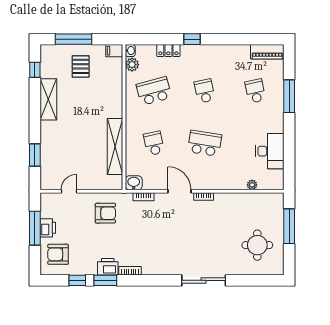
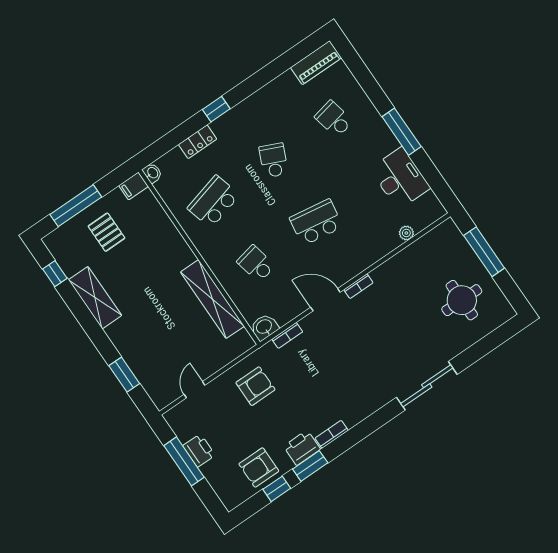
plant: (132, 65) -> (166, 188), removed
school desk: (205, 91) -> (274, 160), turned 36
window: (289, 96) -> (402, 132), moved
armchair: (58, 254) -> (259, 467), moved

